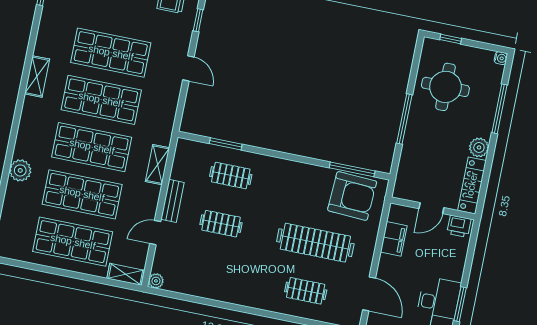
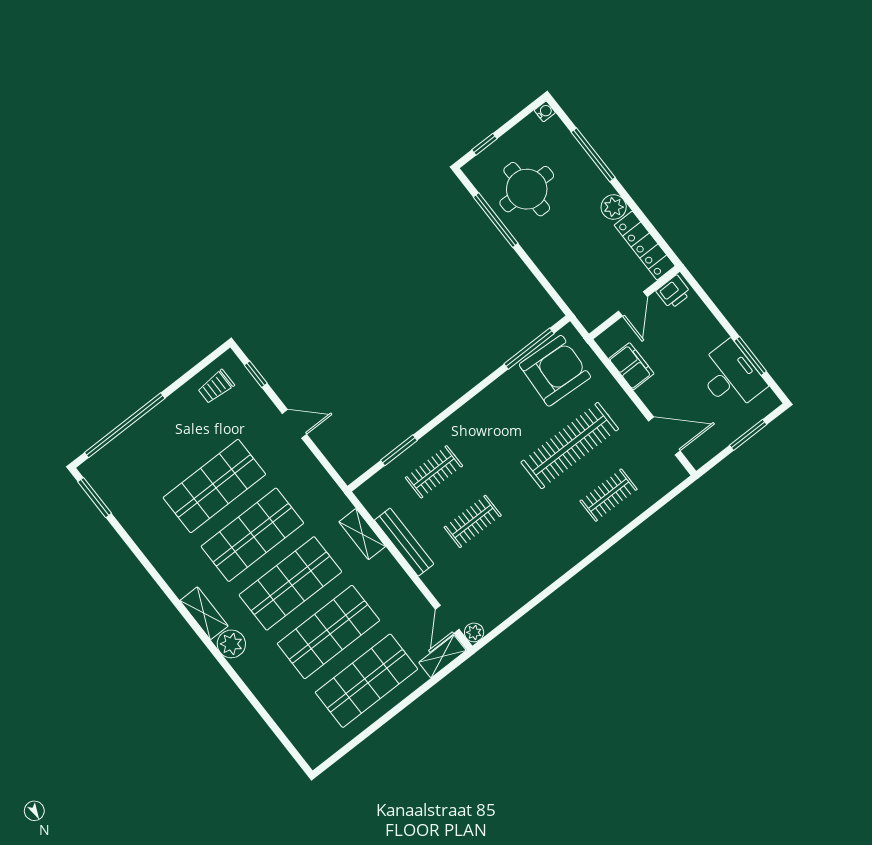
shelving: (37, 76) -> (204, 613), moved
window: (404, 119) -> (496, 220), moved
plant: (20, 170) -> (231, 644), moved
bench: (172, 201) -> (404, 542), width x1.36
door: (155, 233) -> (447, 619), moved

